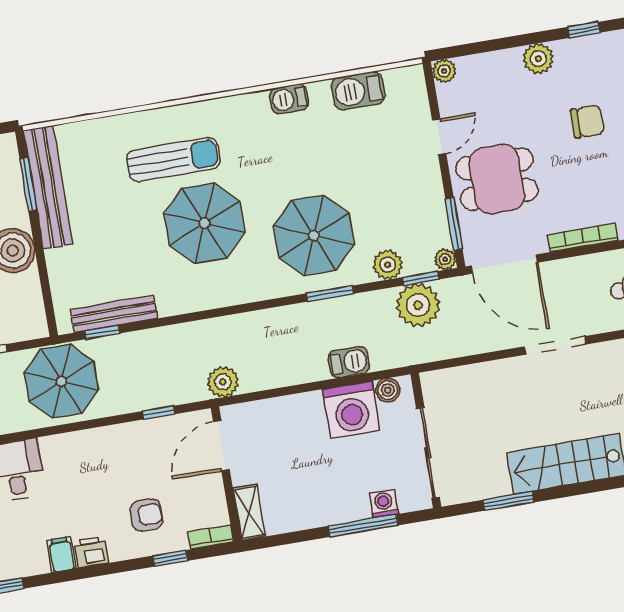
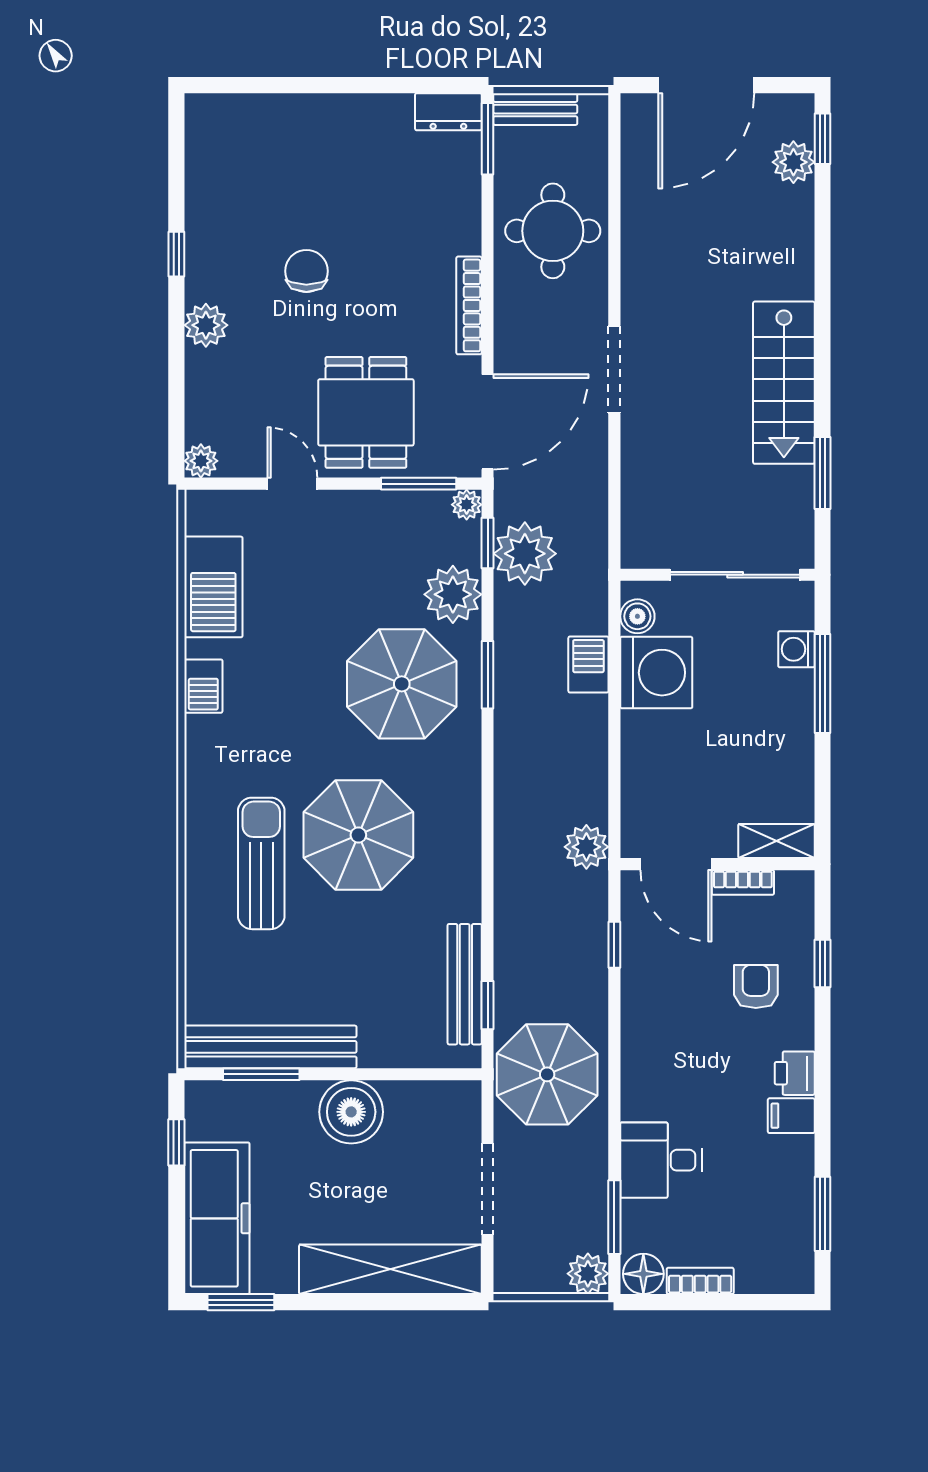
barbecue: (358, 91) -> (213, 587), width x1.37, depth x1.21
plant: (388, 265) -> (453, 594), width x1.36, depth x1.36
bookcase: (211, 537) -> (743, 882), moved, turned -90

